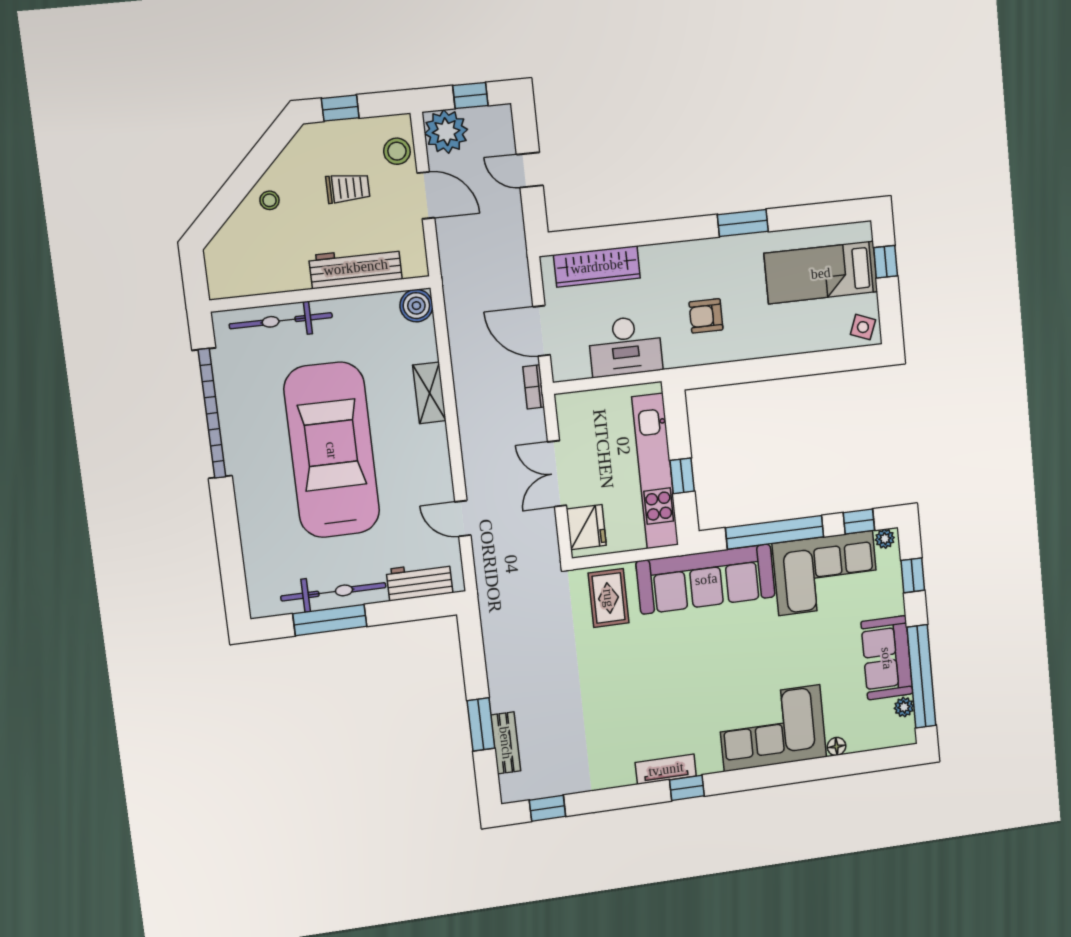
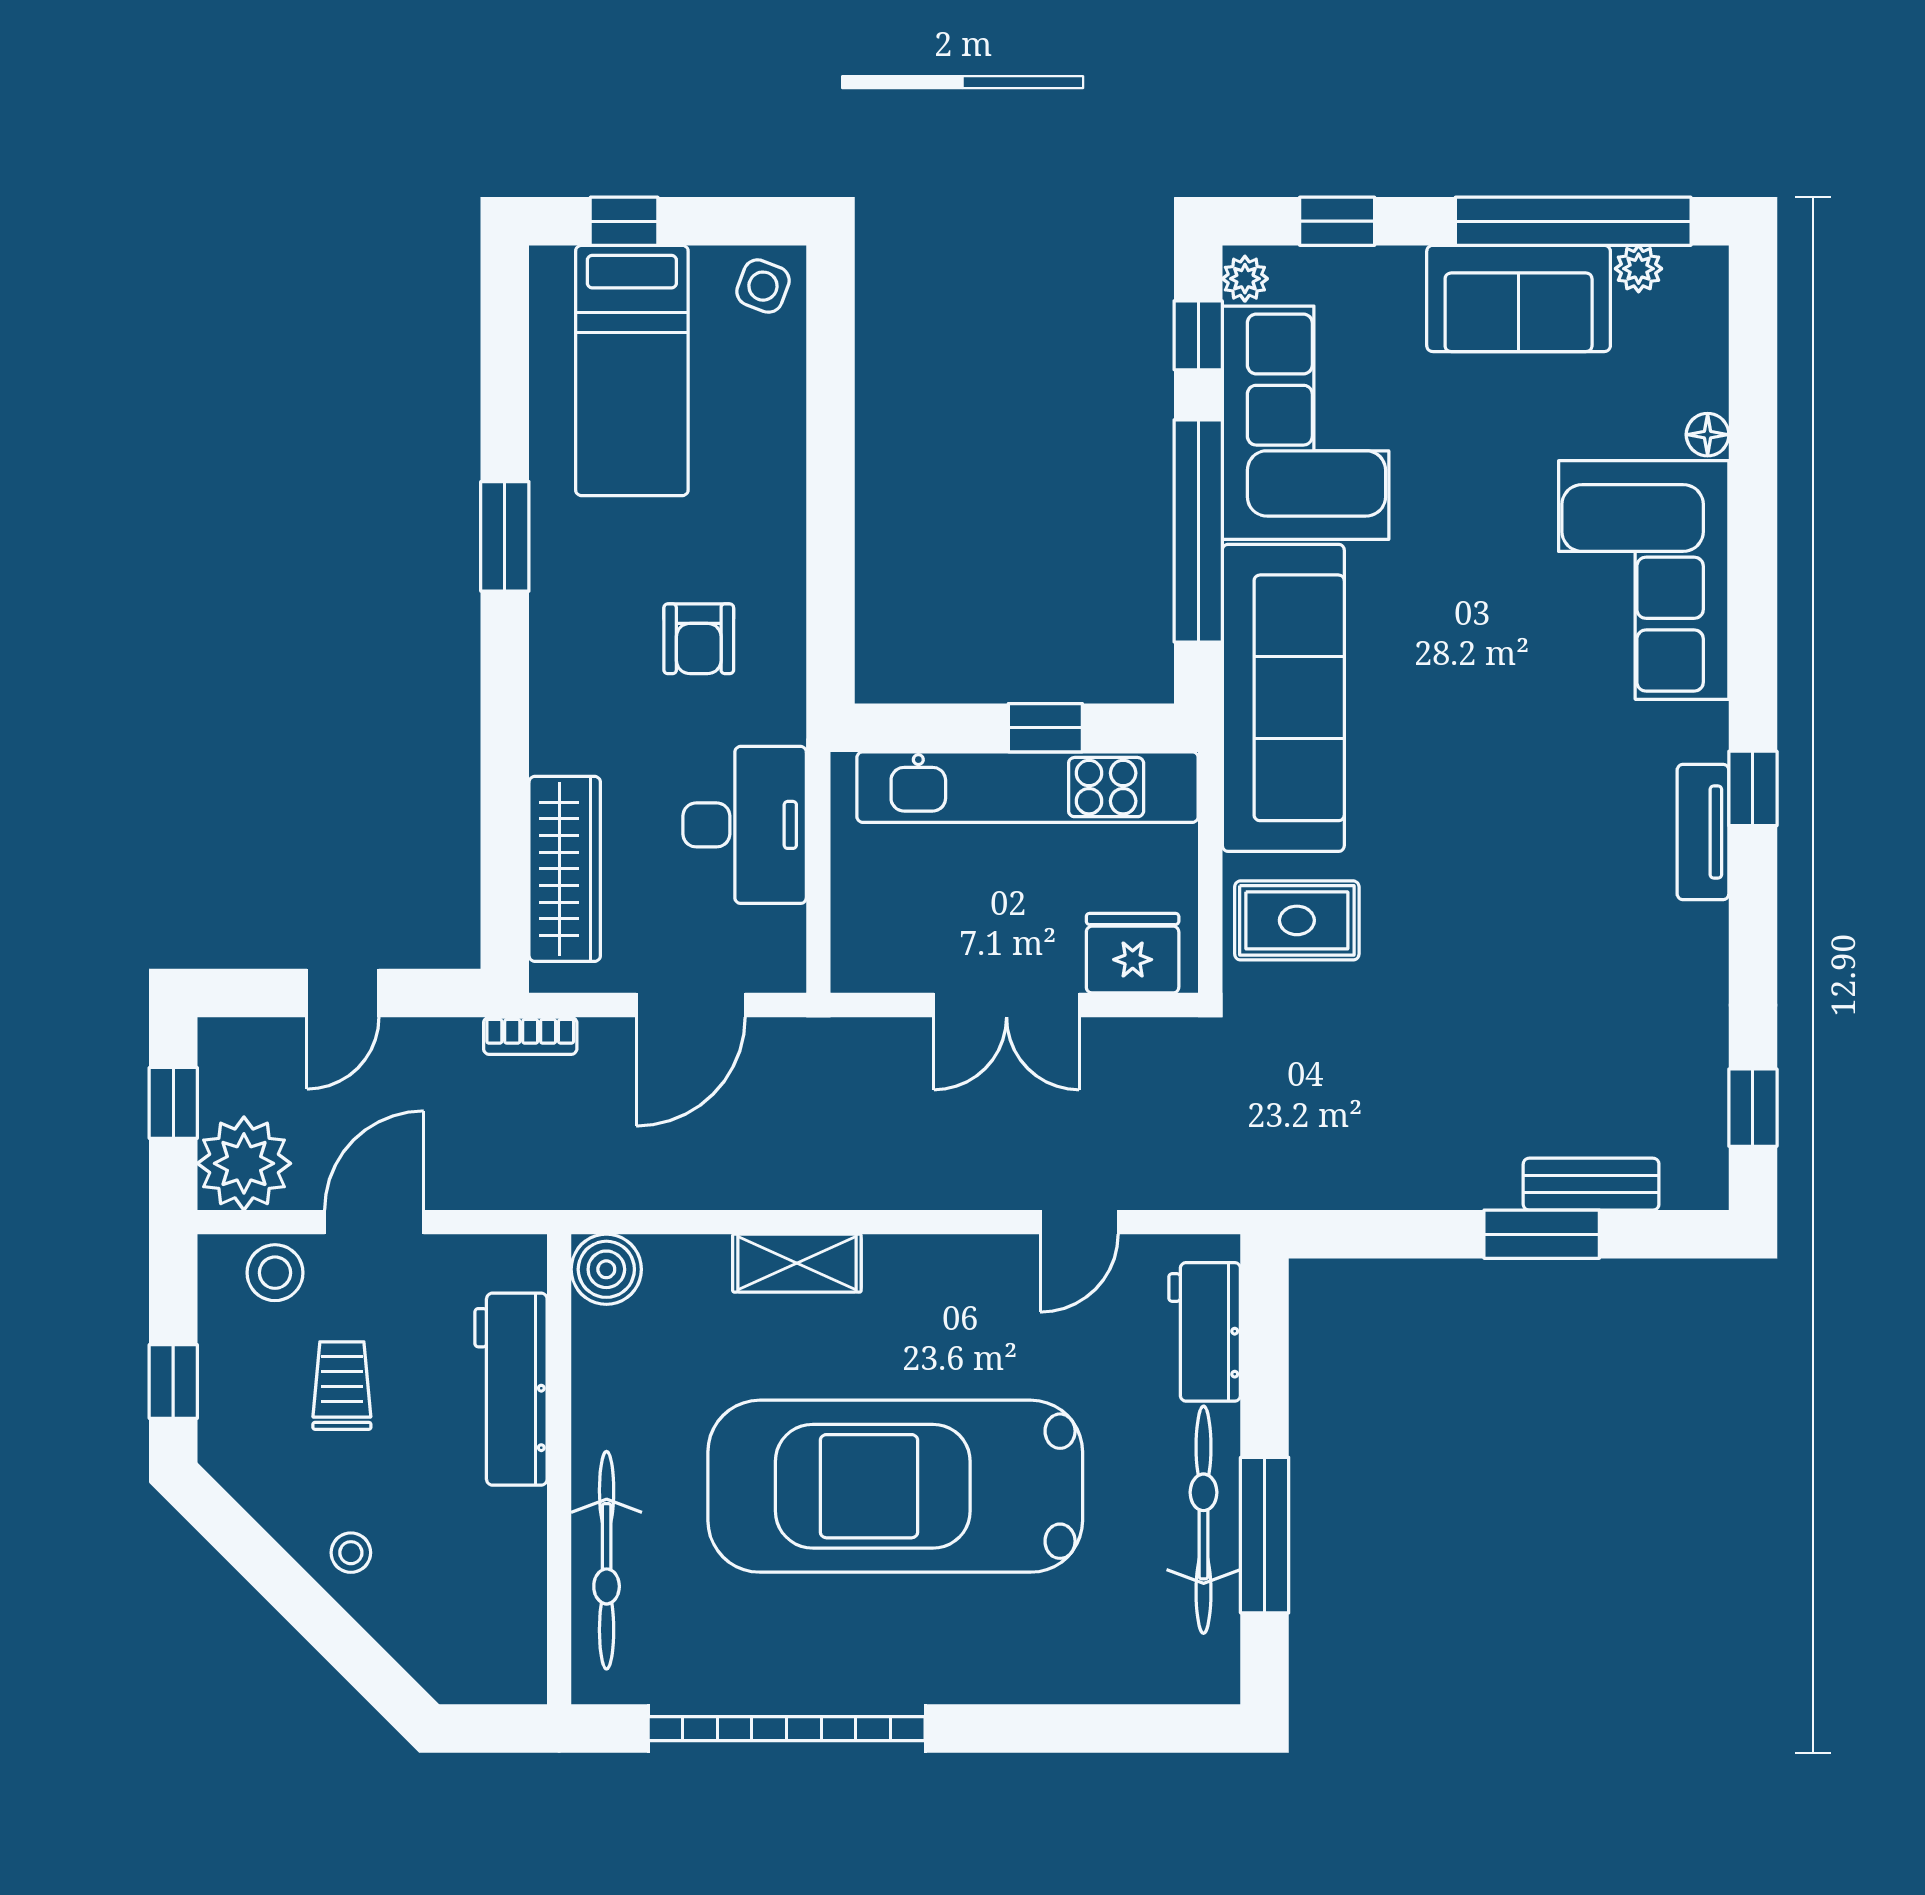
bookcase: (534, 387) -> (530, 1036), moved

